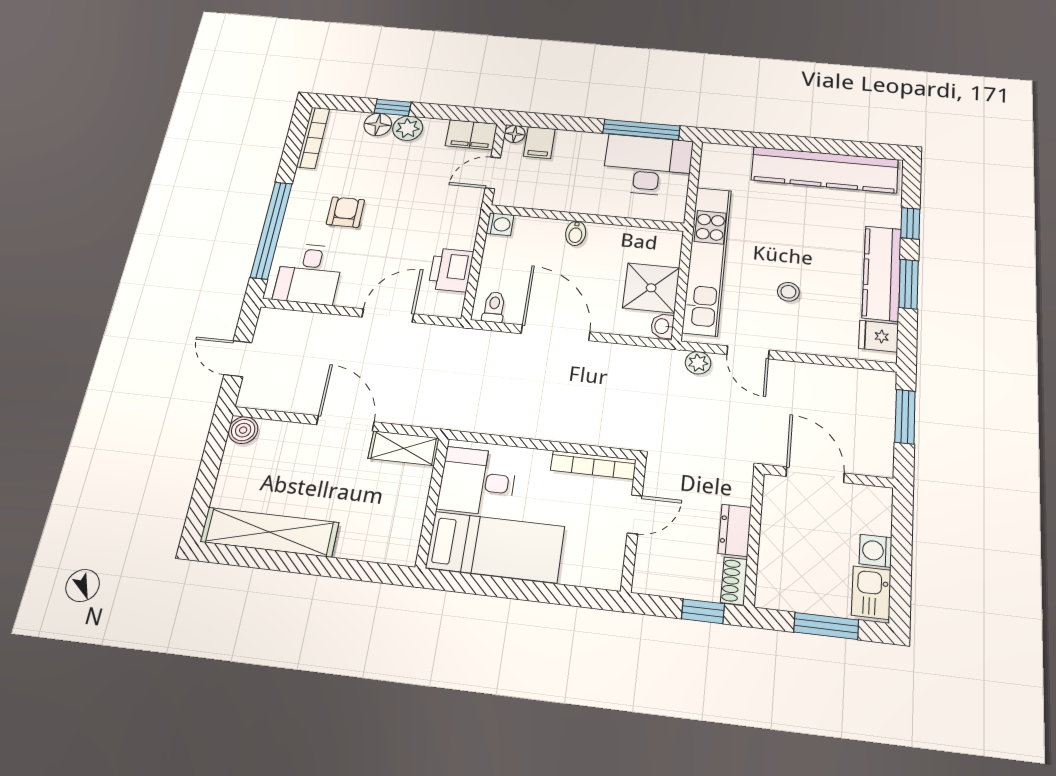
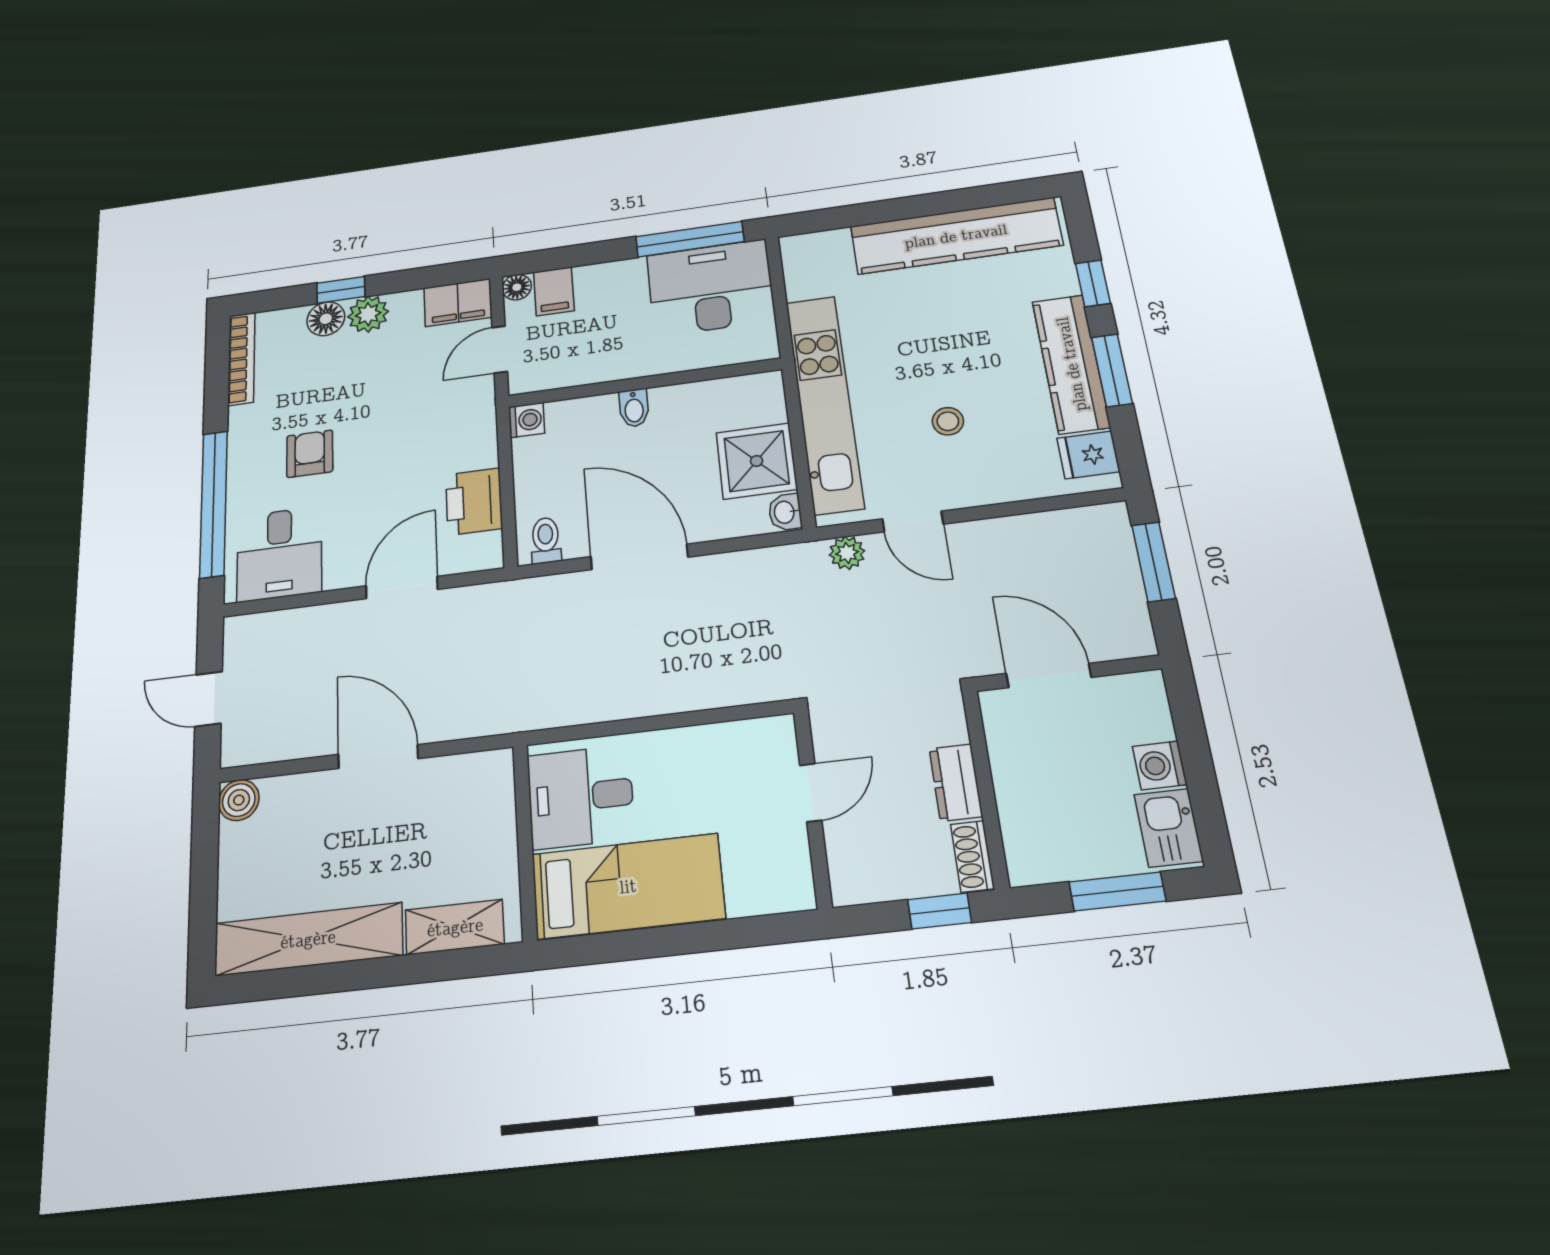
shelving: (404, 448) -> (455, 927), moved
bookcase: (593, 465) -> (736, 735), removed

